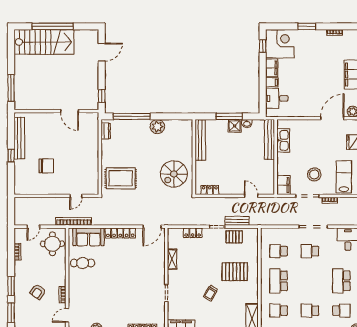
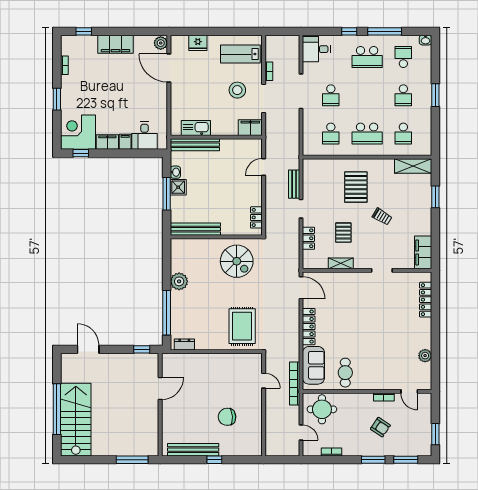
chair: (46, 166) -> (227, 417), turned -93
pallet: (234, 237) -> (343, 233), moved

